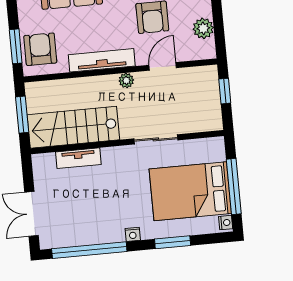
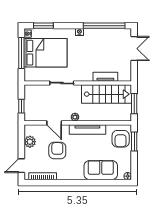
door: (163, 66) -> (54, 123), hinge flipped
window: (173, 242) -> (43, 26), moved

